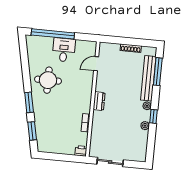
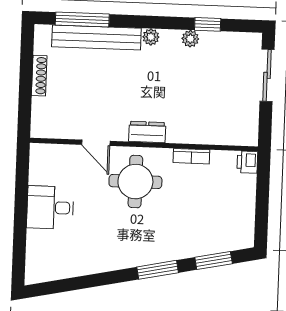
window: (53, 34) -> (20, 231), removed
door: (96, 64) -> (96, 143), moved
round table: (48, 80) -> (135, 182), moved
window: (153, 116) -> (208, 24), moved
sliding door: (110, 162) -> (267, 75), moved

